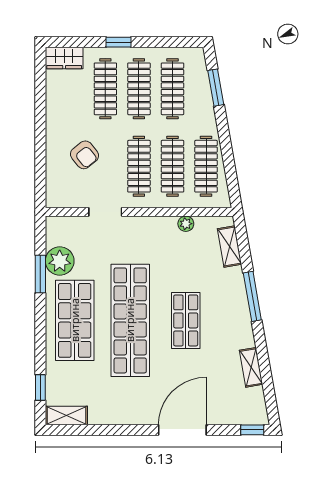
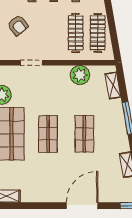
clothes rail: (139, 166) -> (54, 33), removed
plant: (186, 224) -> (80, 75), width x1.88, depth x1.88
shop shelf: (130, 320) -> (48, 134), width x0.50, depth x0.74

